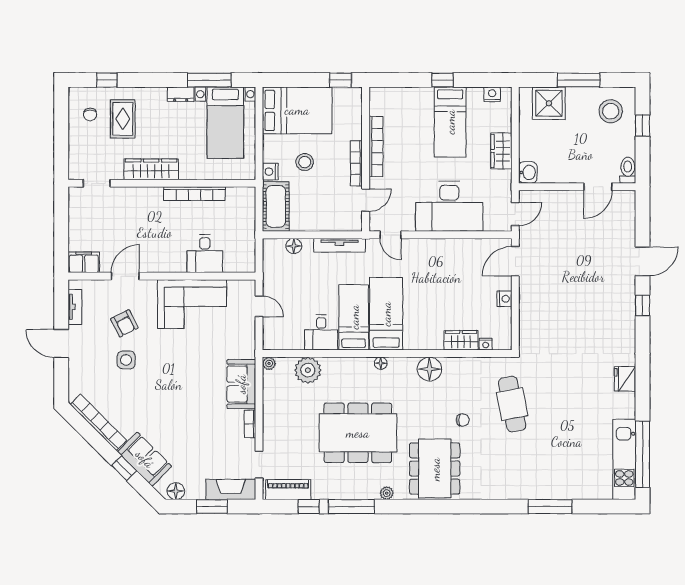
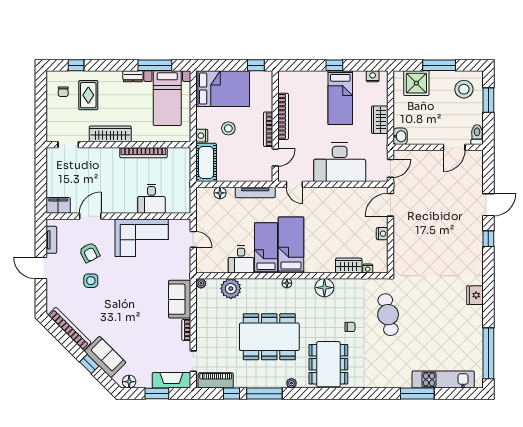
window: (643, 126) -> (488, 100), width x1.50
kitchen unit: (624, 459) -> (443, 379), moved, turned 90

